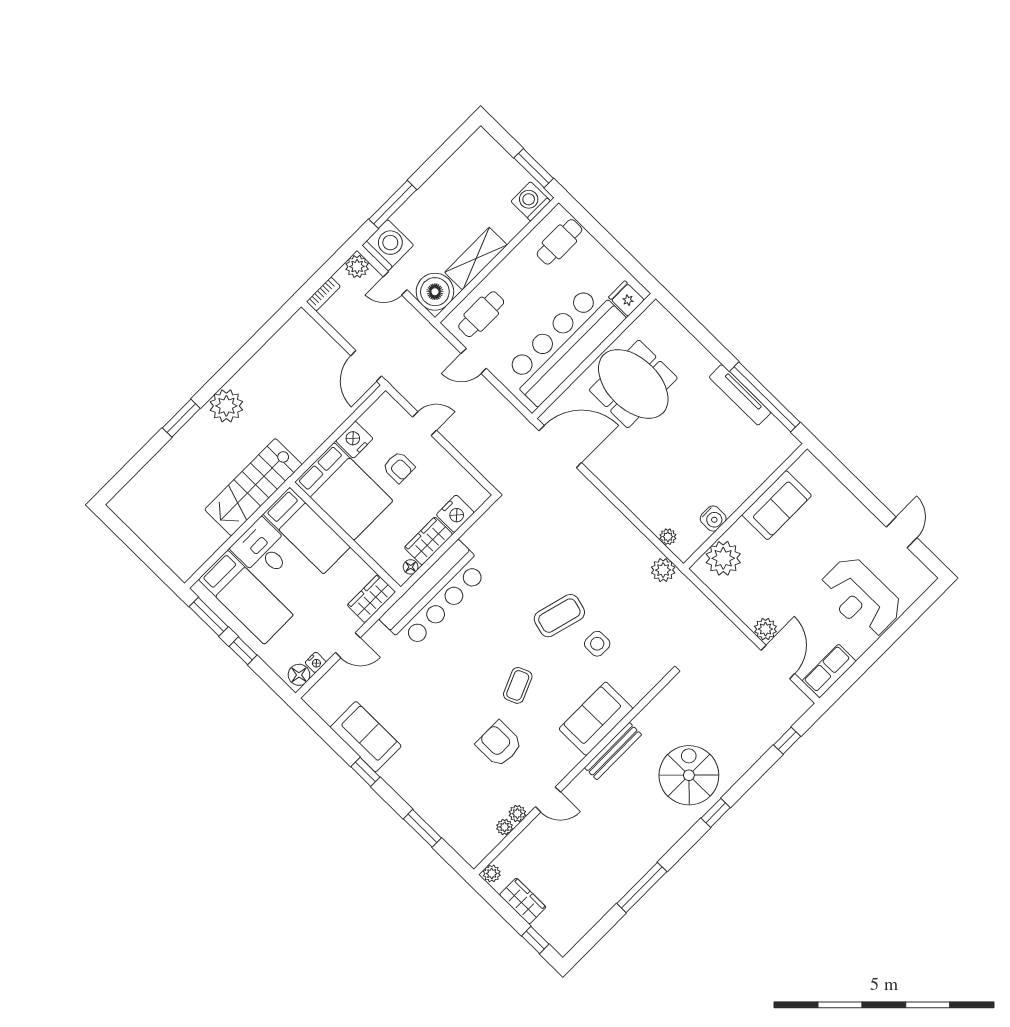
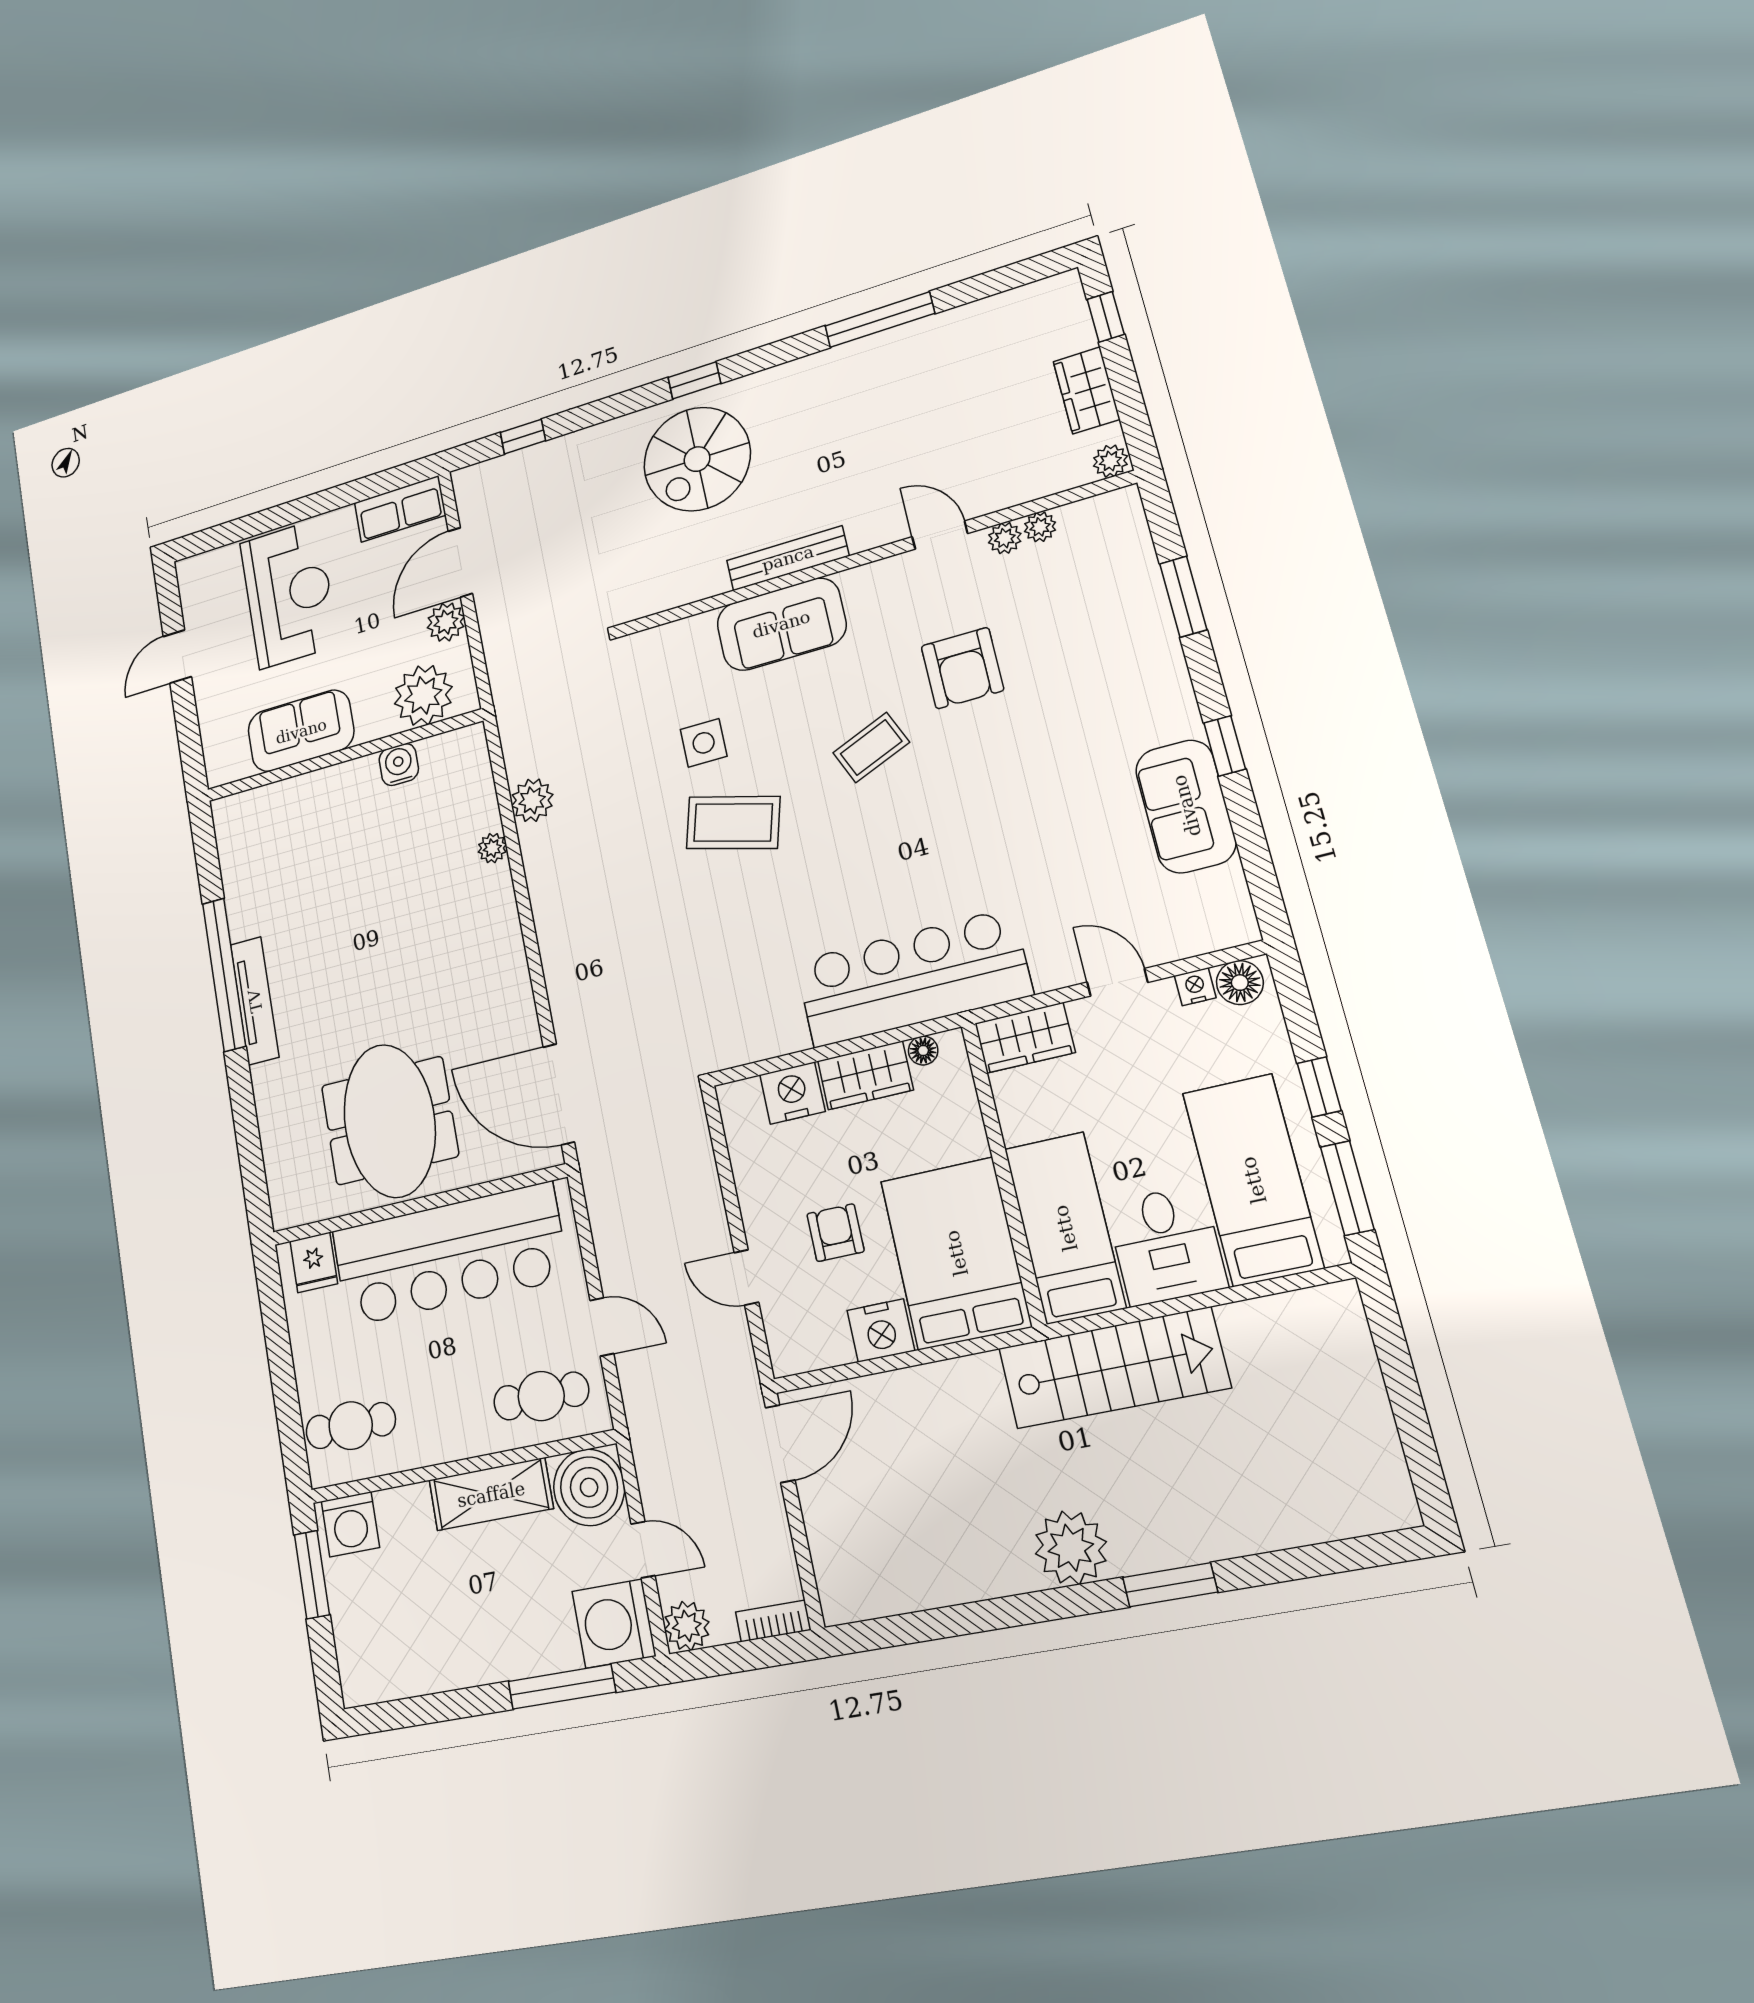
sofa: (777, 505) -> (301, 731), moved
wall: (745, 506) -> (343, 756), moved
water cooler: (713, 519) -> (399, 765), moved
plant: (723, 558) -> (423, 695), moved

